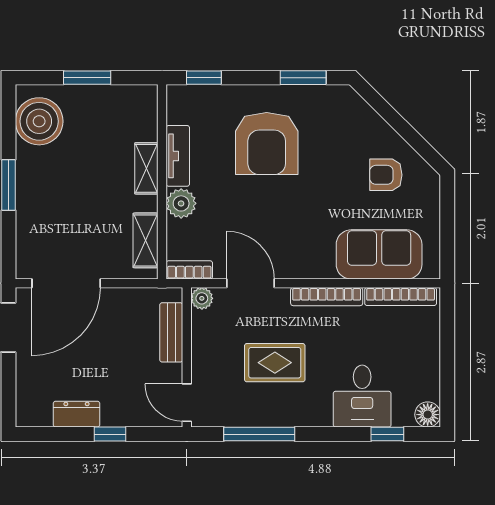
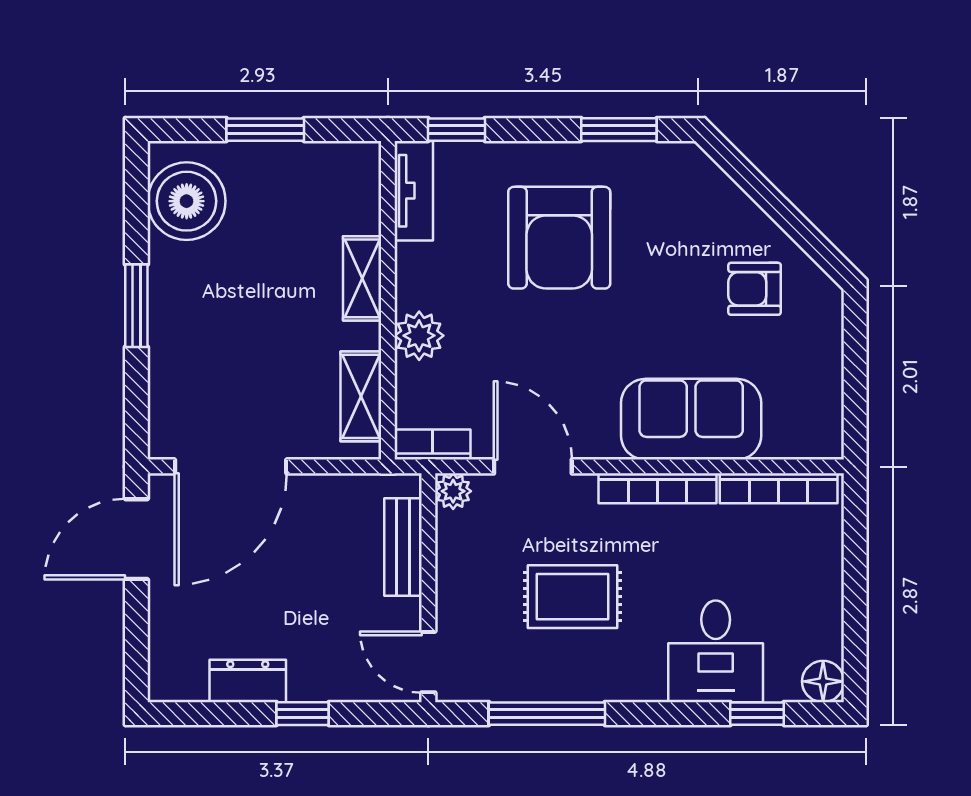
tv unit: (178, 156) -> (414, 191), moved
sofa: (379, 254) -> (691, 419), moved

